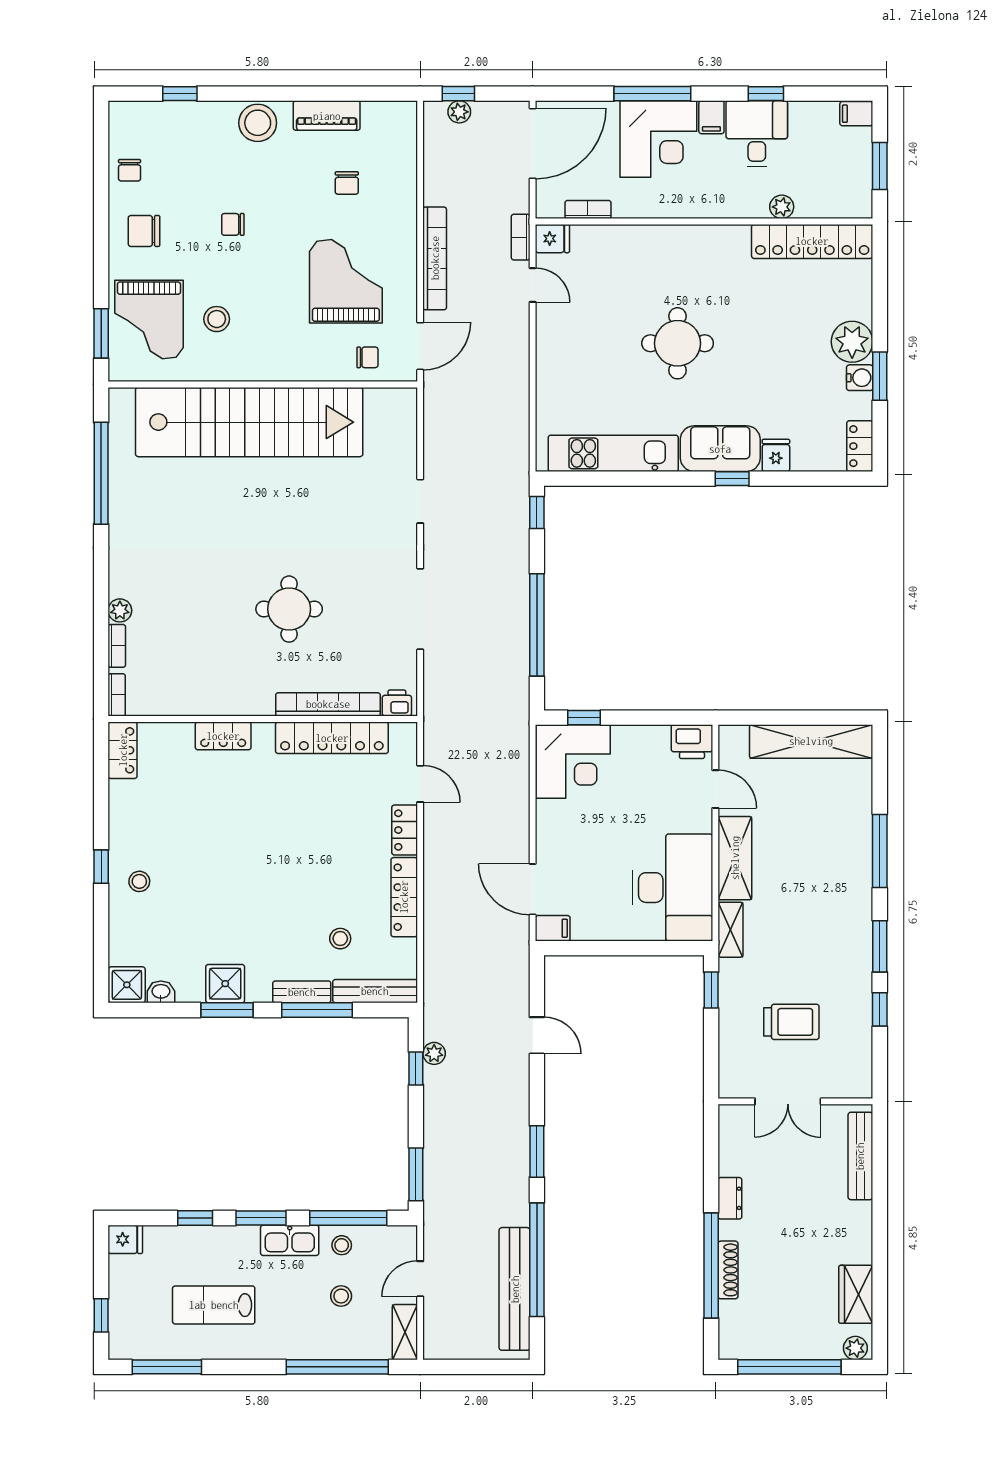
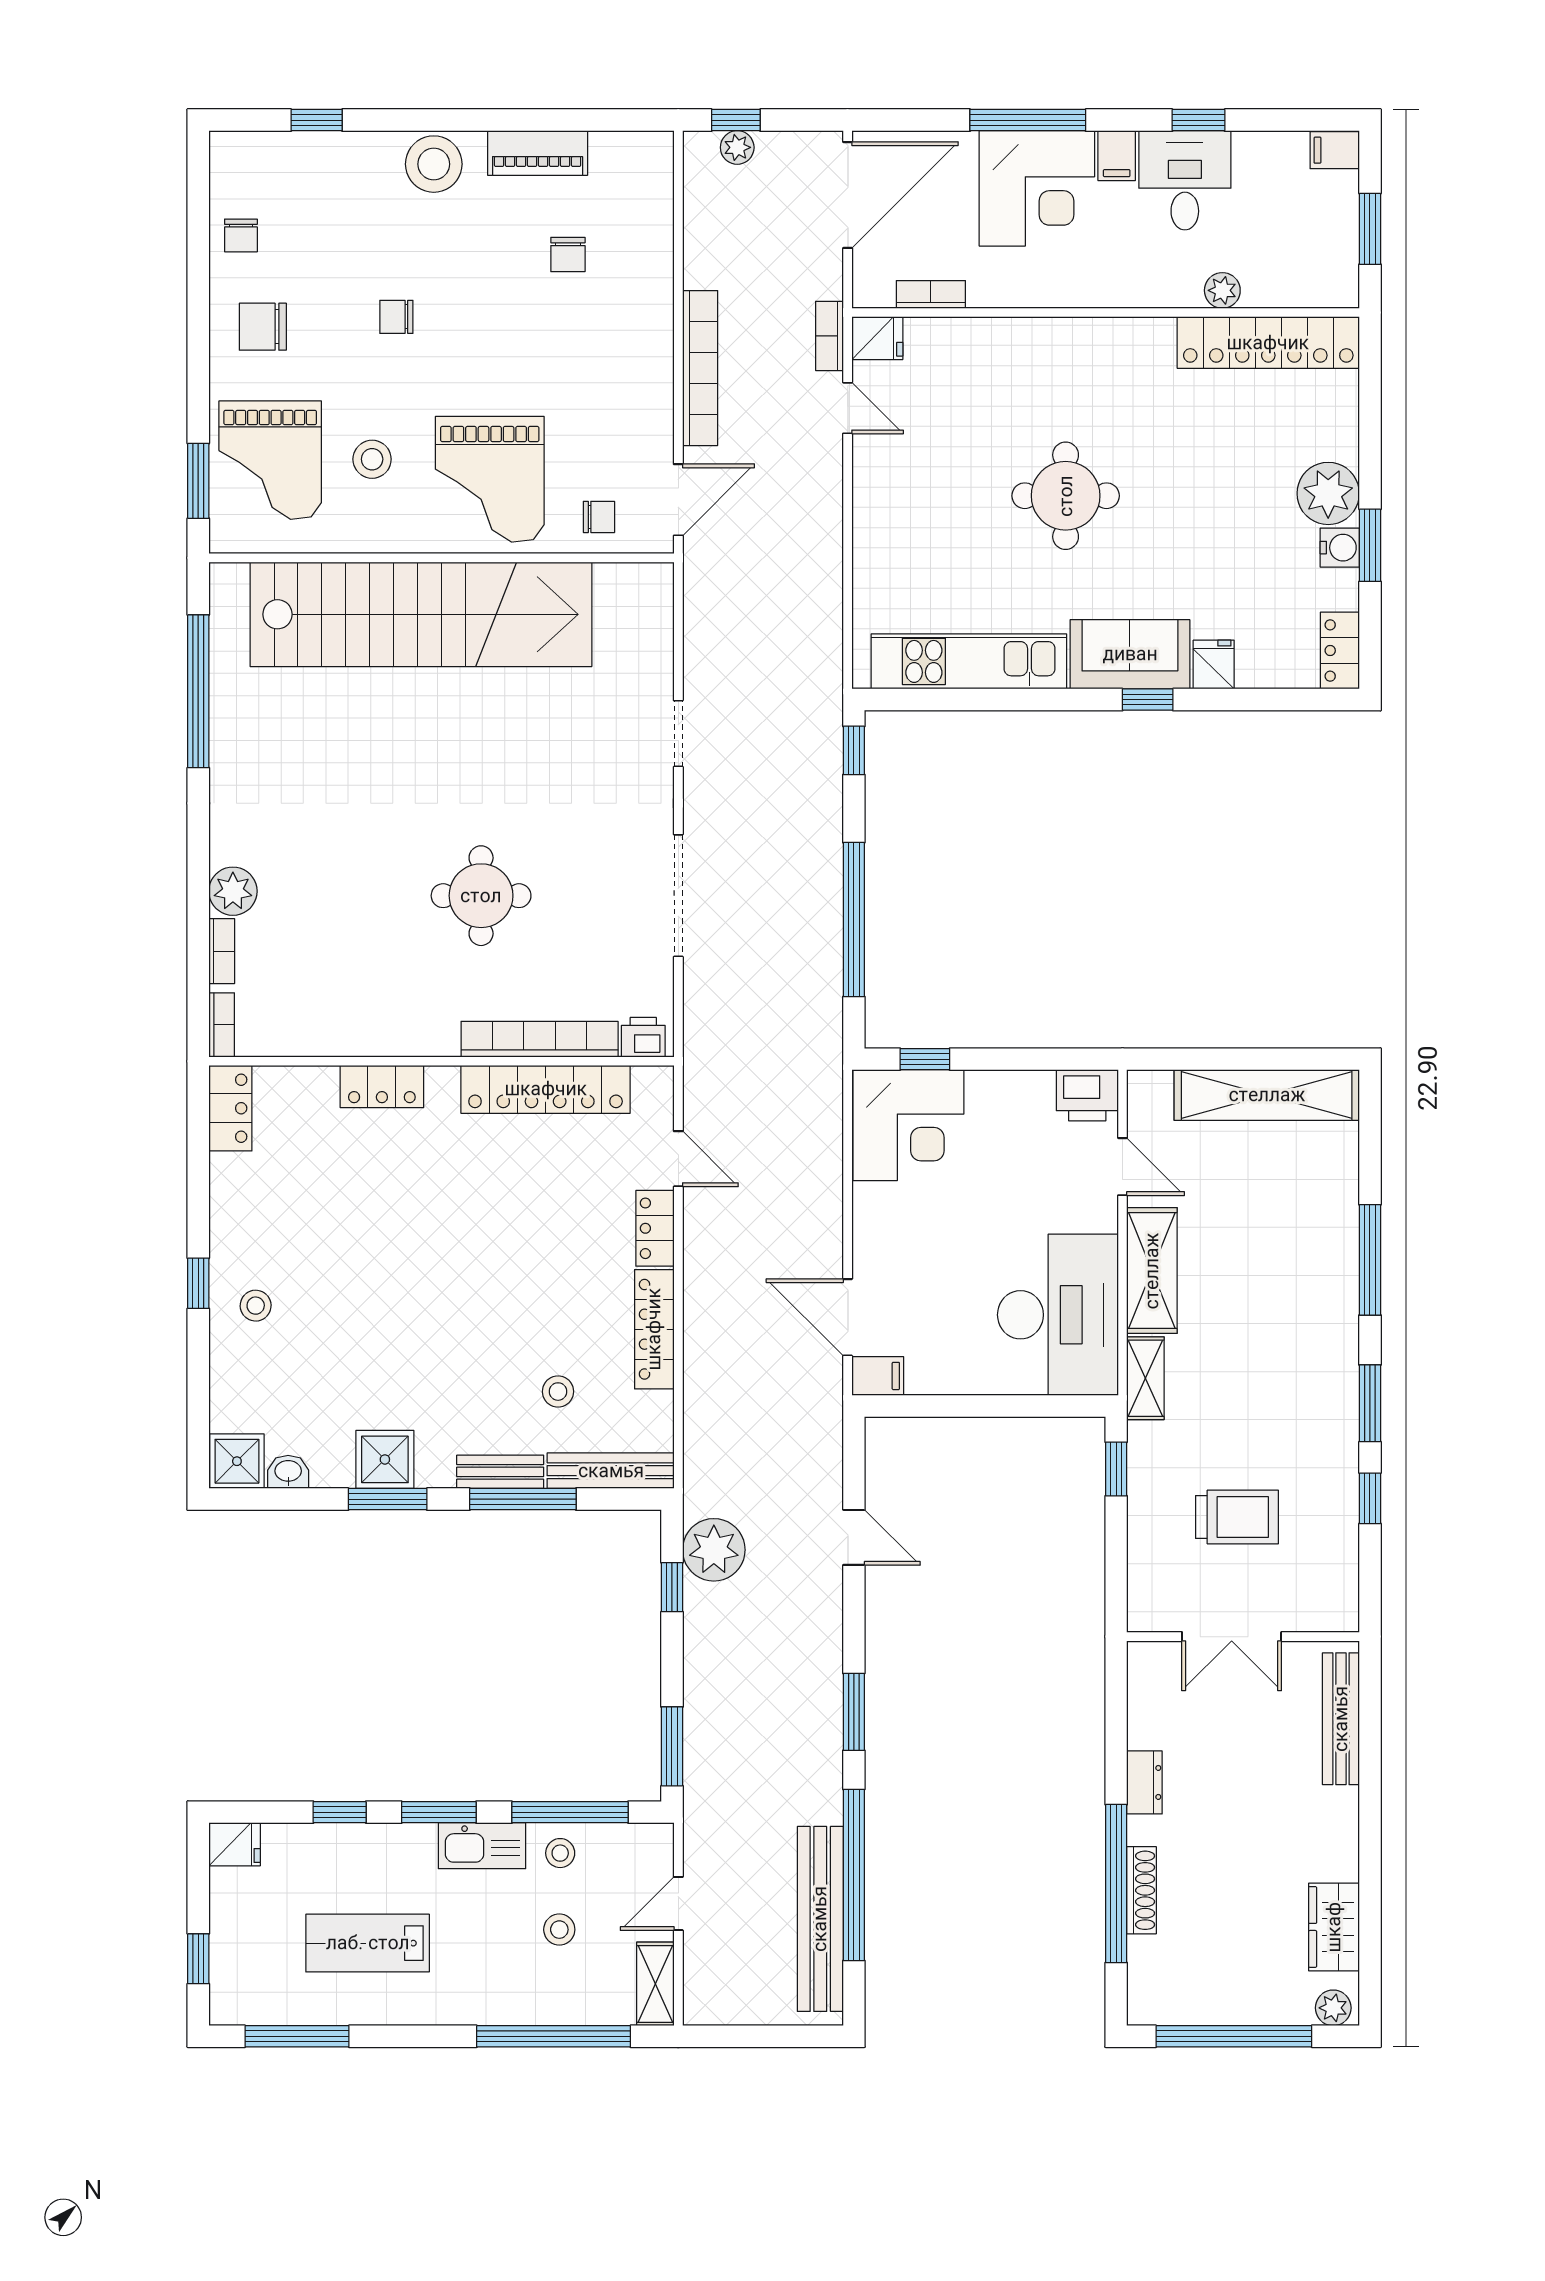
grand piano: (346, 281) -> (490, 479), moved, turned 180
plant: (120, 610) -> (233, 891), width x1.38, depth x1.38
plant: (434, 1053) -> (714, 1550), width x1.88, depth x1.88

